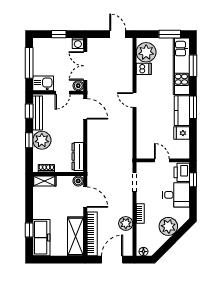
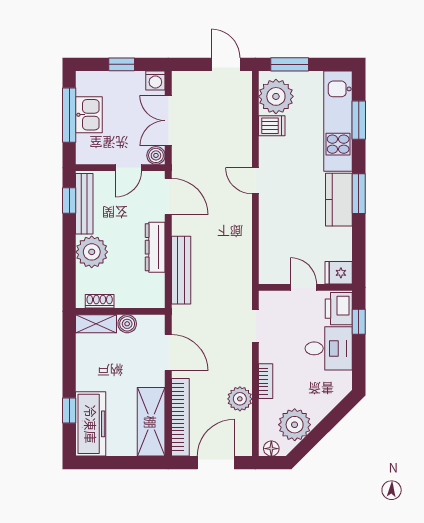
window: (170, 34) -> (290, 64), moved
kitchen sink: (43, 83) -> (89, 115), moved, turned 90
fridge: (182, 133) -> (339, 273), moved
window: (29, 140) -> (69, 252), removed
bench: (92, 151) -> (181, 270), added
dresser: (78, 157) -> (155, 247), moved
boiler: (78, 181) -> (127, 324), moved
plant: (168, 226) -> (295, 425), moved

